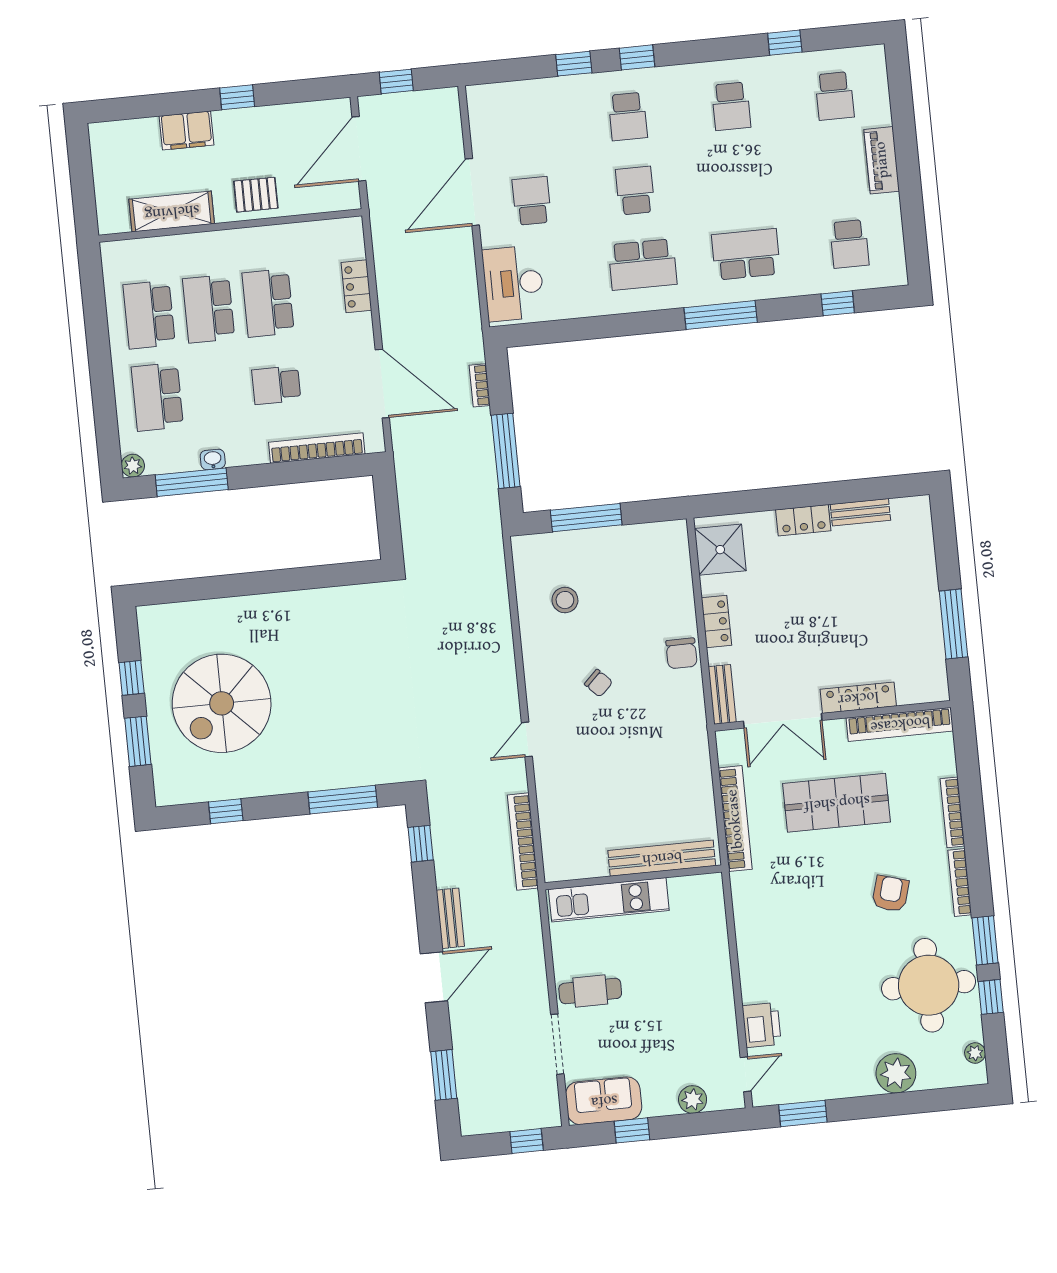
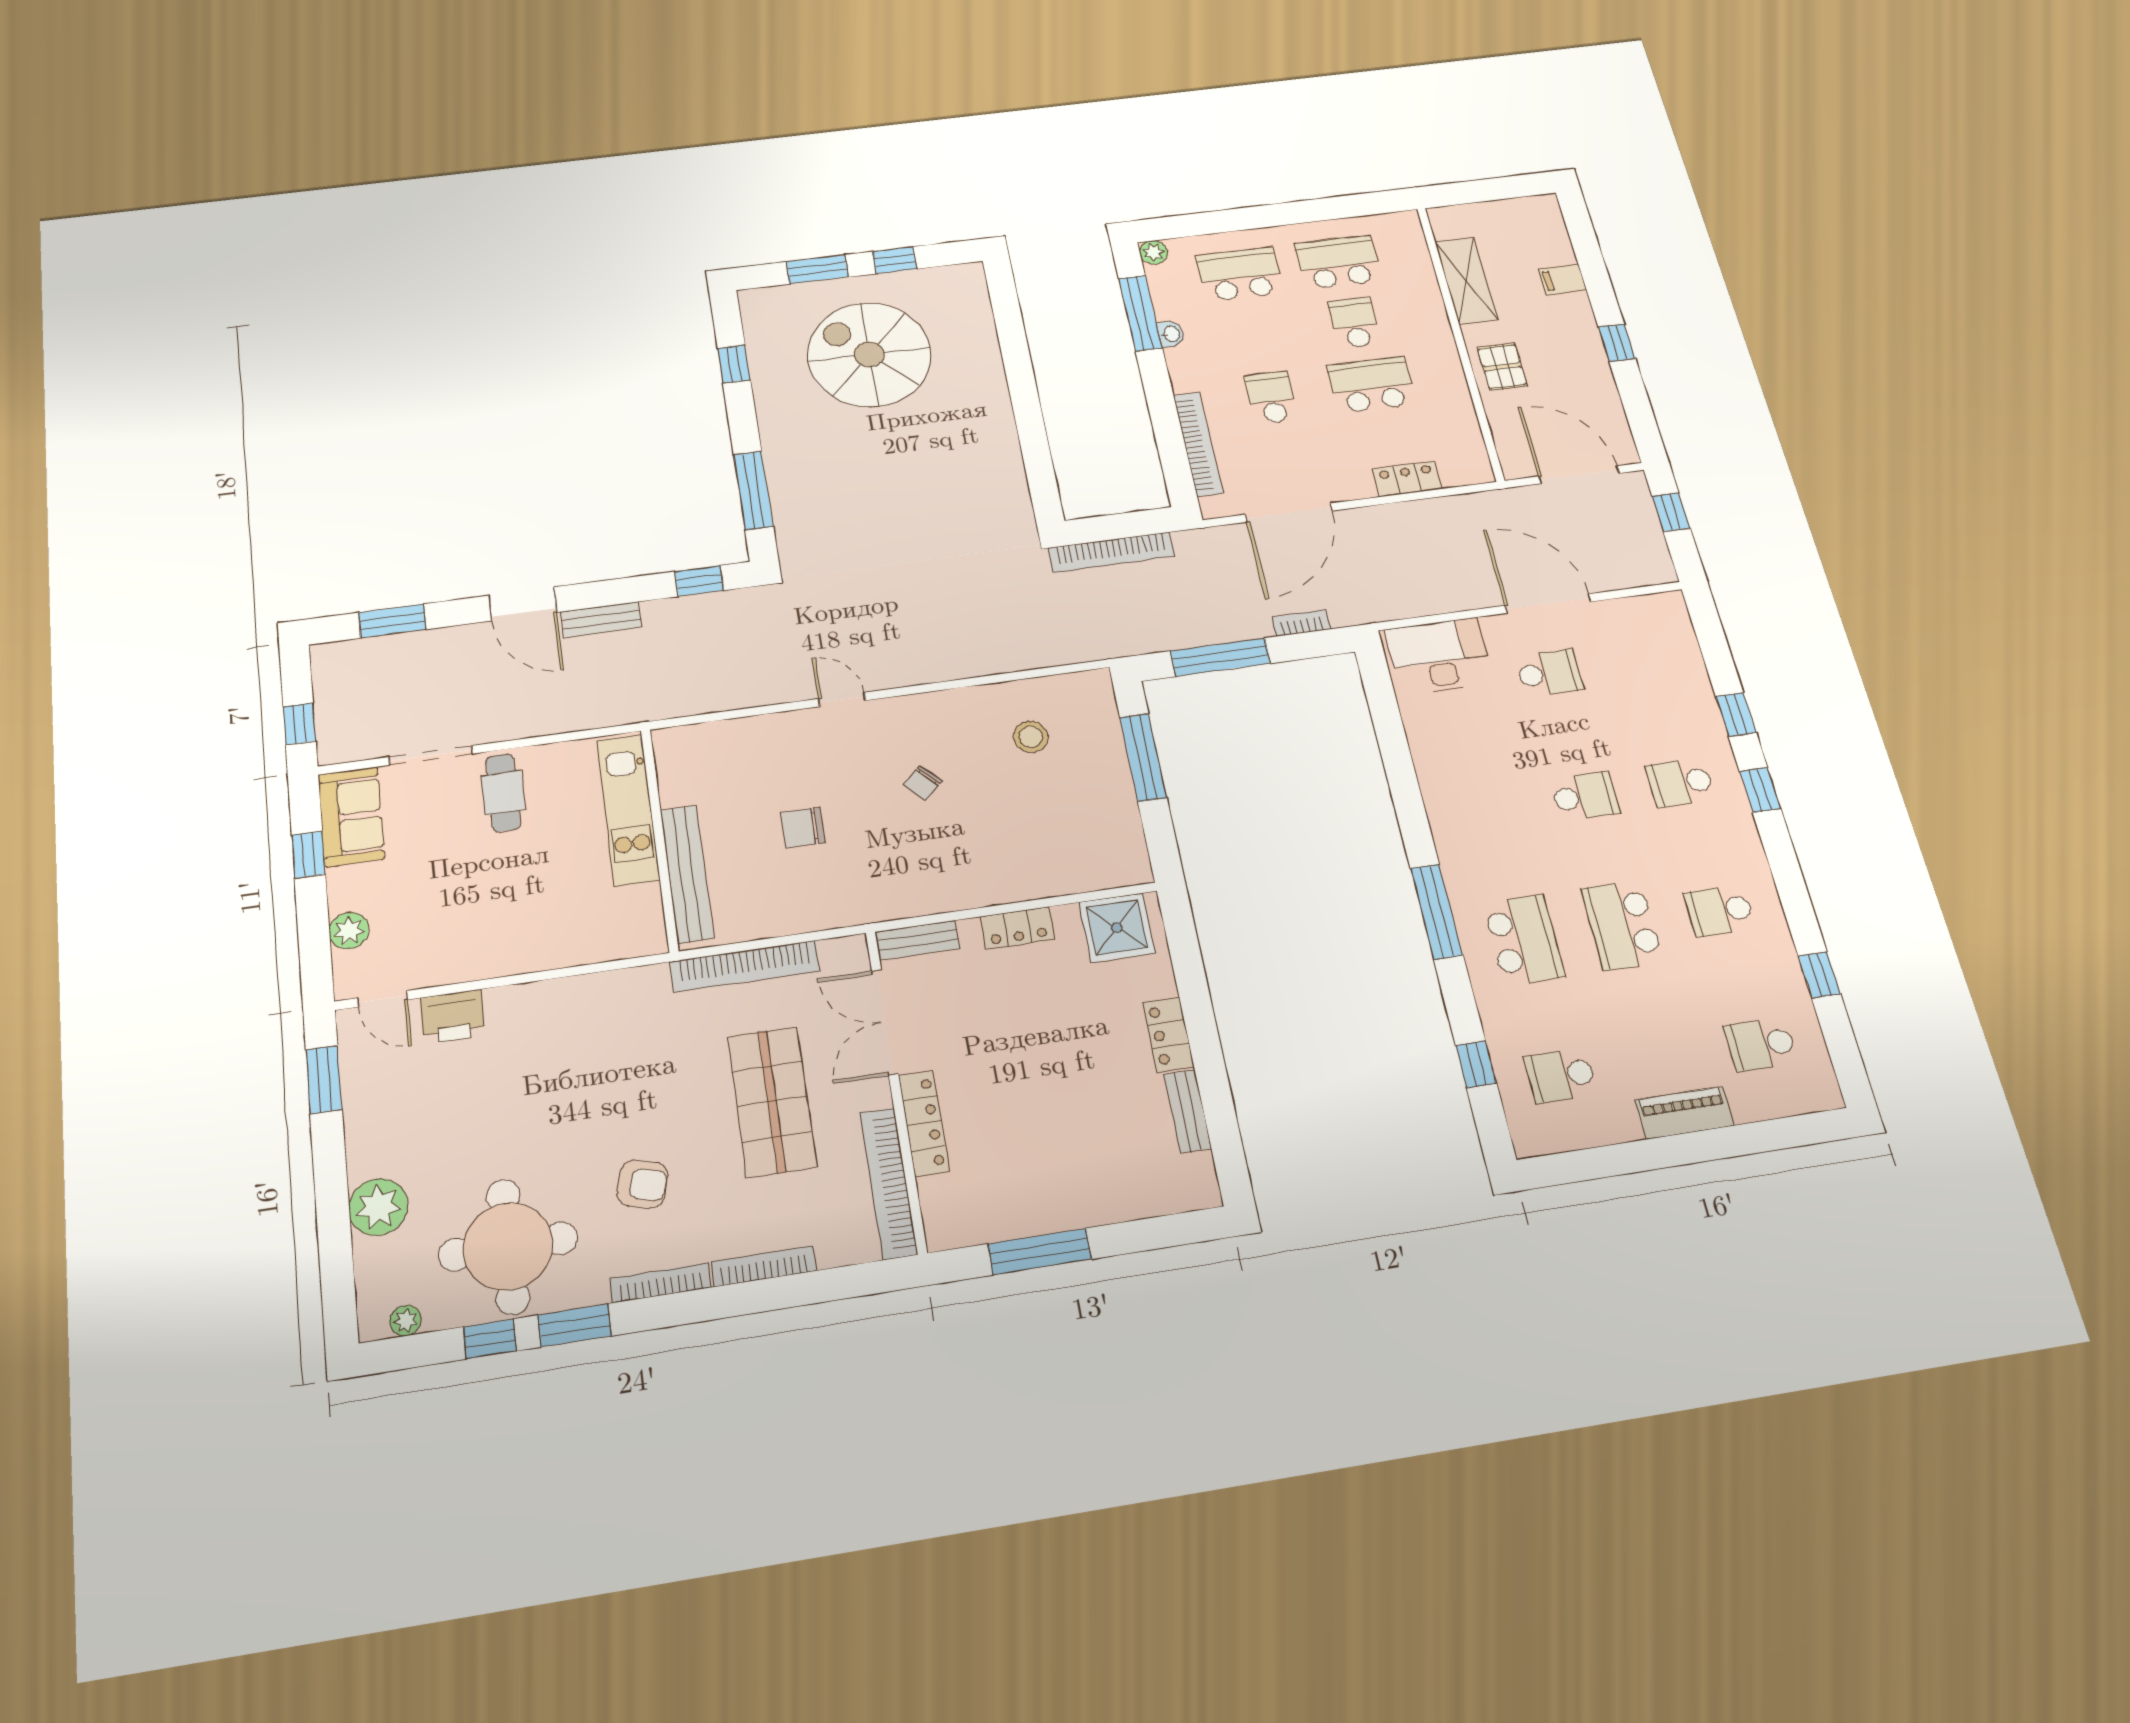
filing cabinet: (187, 131) -> (1562, 279), width x0.50
school desk: (642, 265) -> (1622, 925), moved
school desk: (209, 309) -> (1355, 323), width x0.54
chair: (681, 653) -> (803, 828), moved
bookcase: (523, 842) -> (1111, 552), moved, turned 180

